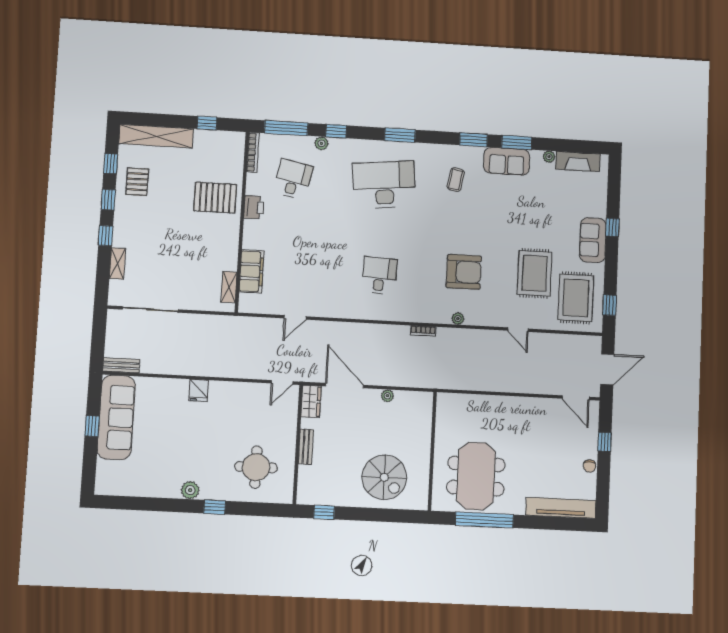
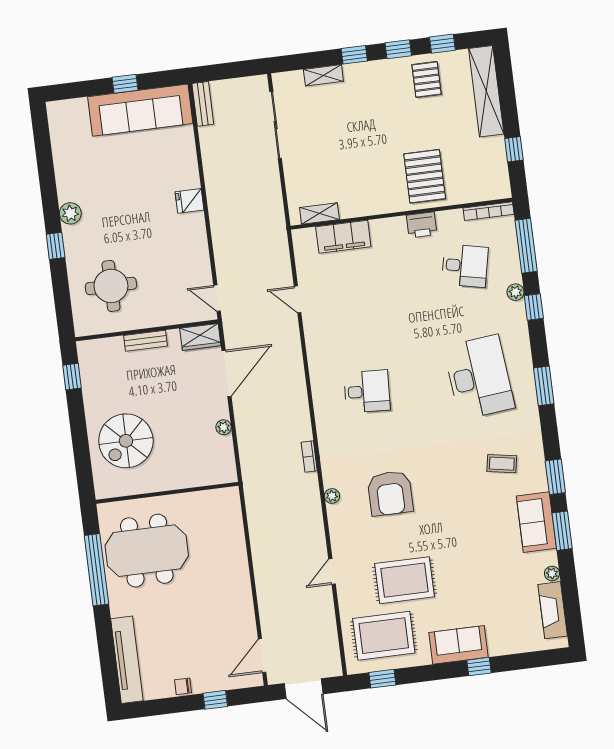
pallet: (137, 182) -> (427, 79), turned 90

